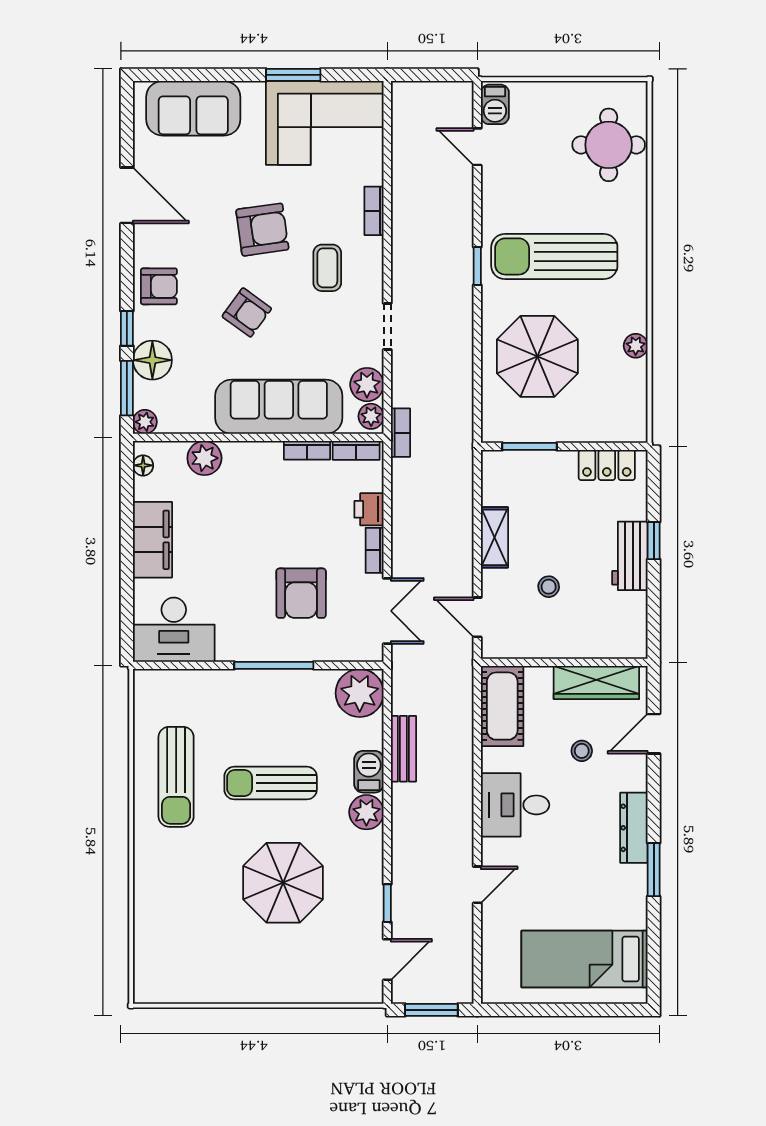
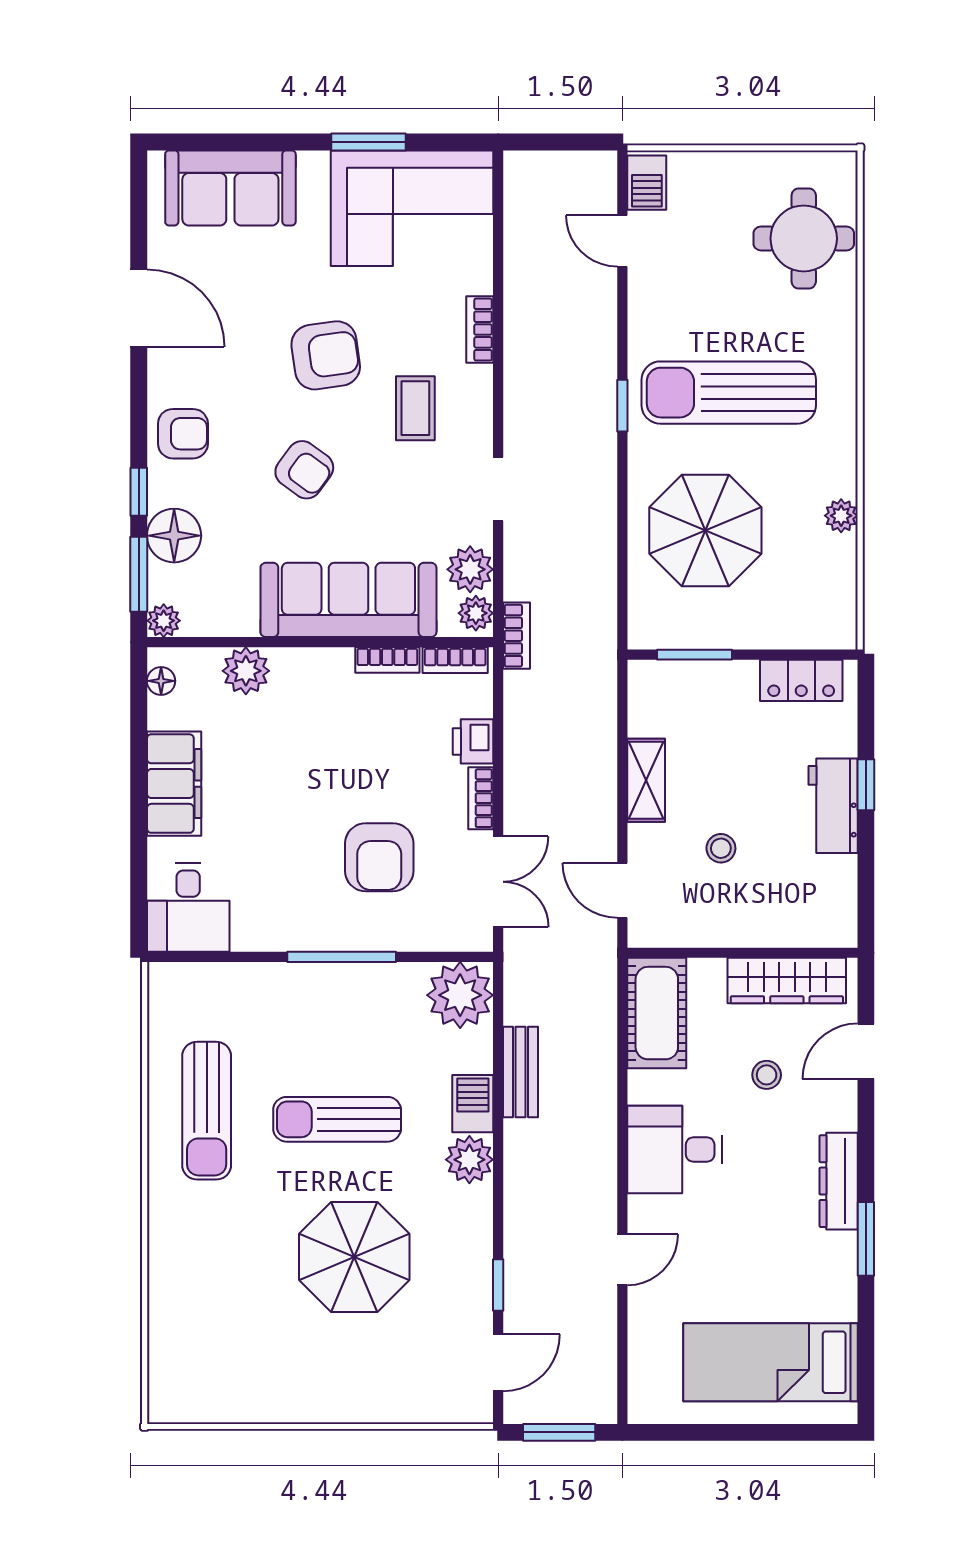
desk: (174, 630) -> (188, 908), width x0.73

